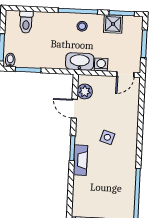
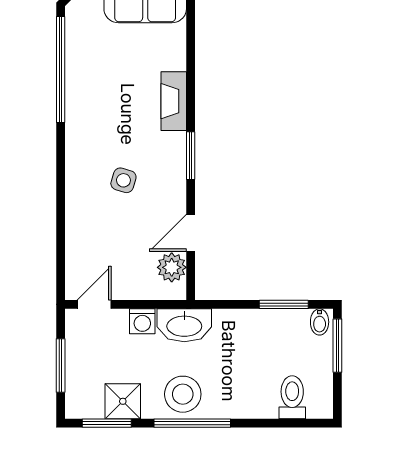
stool: (82, 26) -> (183, 394), width x1.89, depth x1.89
door: (74, 109) -> (191, 233), swing flipped
fireplace: (80, 160) -> (174, 101), moved

